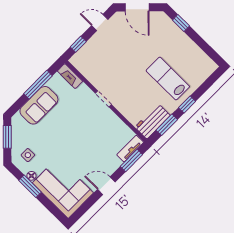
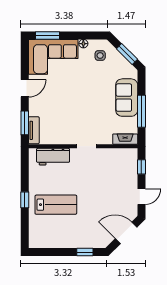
workbench: (153, 121) -> (53, 157), moved, turned 90
window: (167, 125) -> (25, 172), removed
window: (30, 186) -> (48, 35), moved

